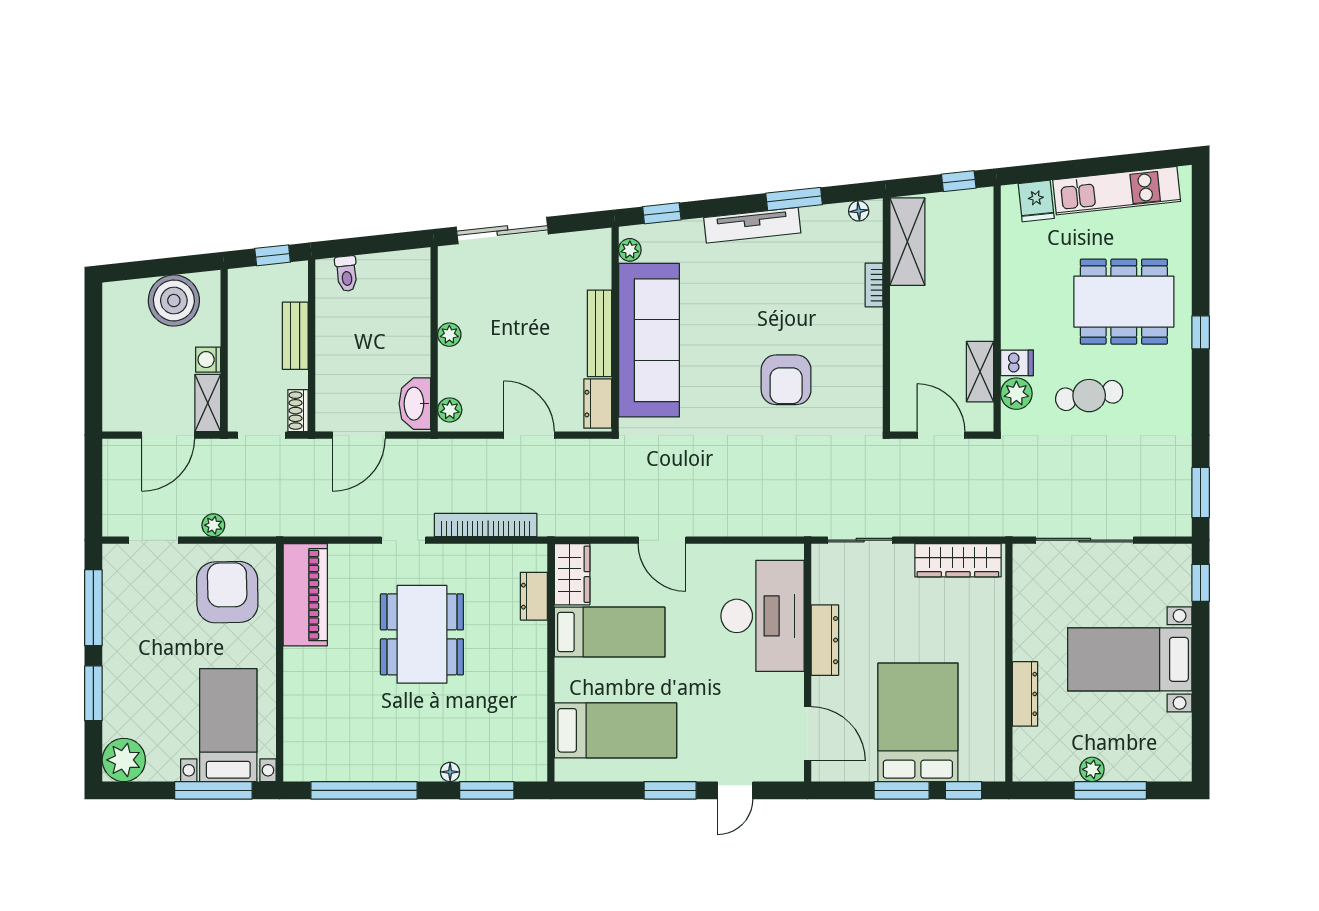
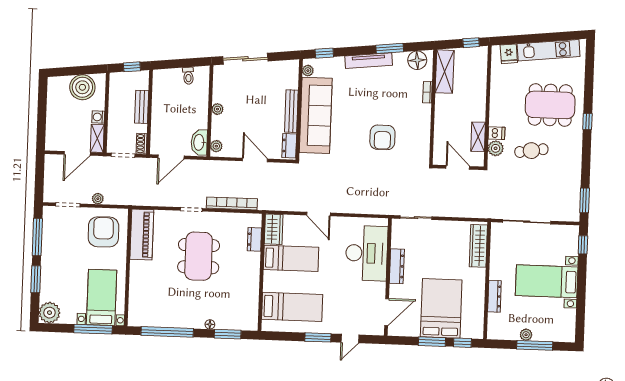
floor lamp: (859, 211) -> (417, 60), width x1.89, depth x1.89
toilet: (346, 274) -> (188, 76), moved
wardrobe: (958, 560) -> (478, 246), moved, turned 90
door: (808, 734) -> (387, 312), hinge flipped

